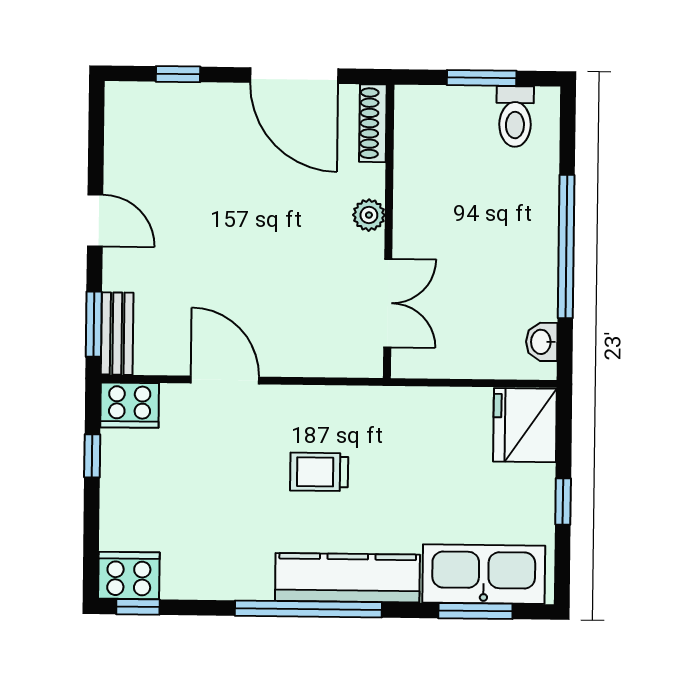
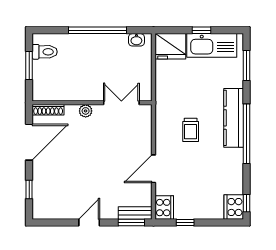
kitchen sink: (484, 574) -> (212, 45), moved, turned -90

